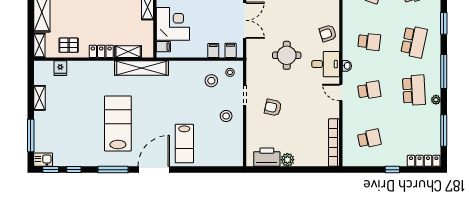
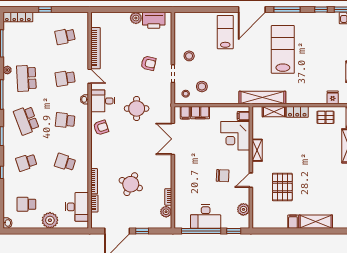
school desk: (414, 42) -> (26, 120), turned -33
filing cabinet: (213, 51) -> (200, 113), width x2.00
lab bench: (118, 124) -> (283, 49), turned 180
bookcase: (334, 143) -> (96, 48), moved

